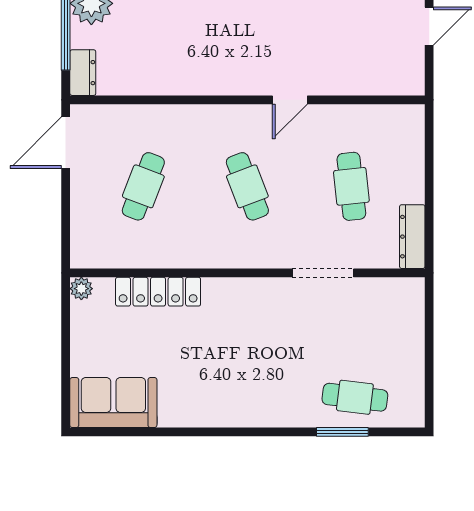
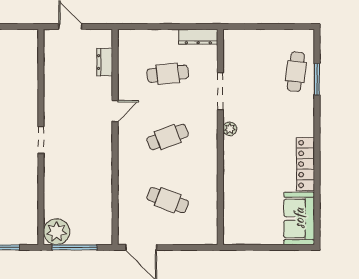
dresser: (83, 73) -> (105, 62), moved, turned -90
door: (290, 100) -> (115, 111), hinge flipped
plant: (81, 289) -> (230, 129), moved
locker: (158, 292) -> (306, 164), moved, turned 180

